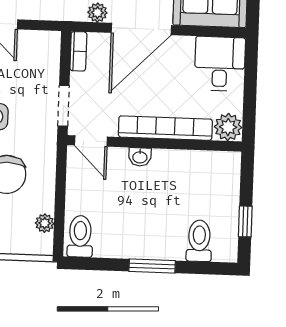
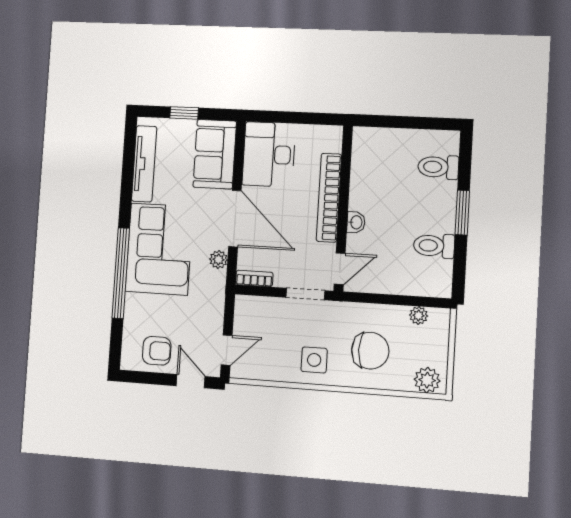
desk: (220, 64) -> (269, 154), width x1.37
plant: (228, 127) -> (329, 138), removed
window: (245, 221) -> (420, 123), removed
toilet: (80, 236) -> (434, 246), moved

